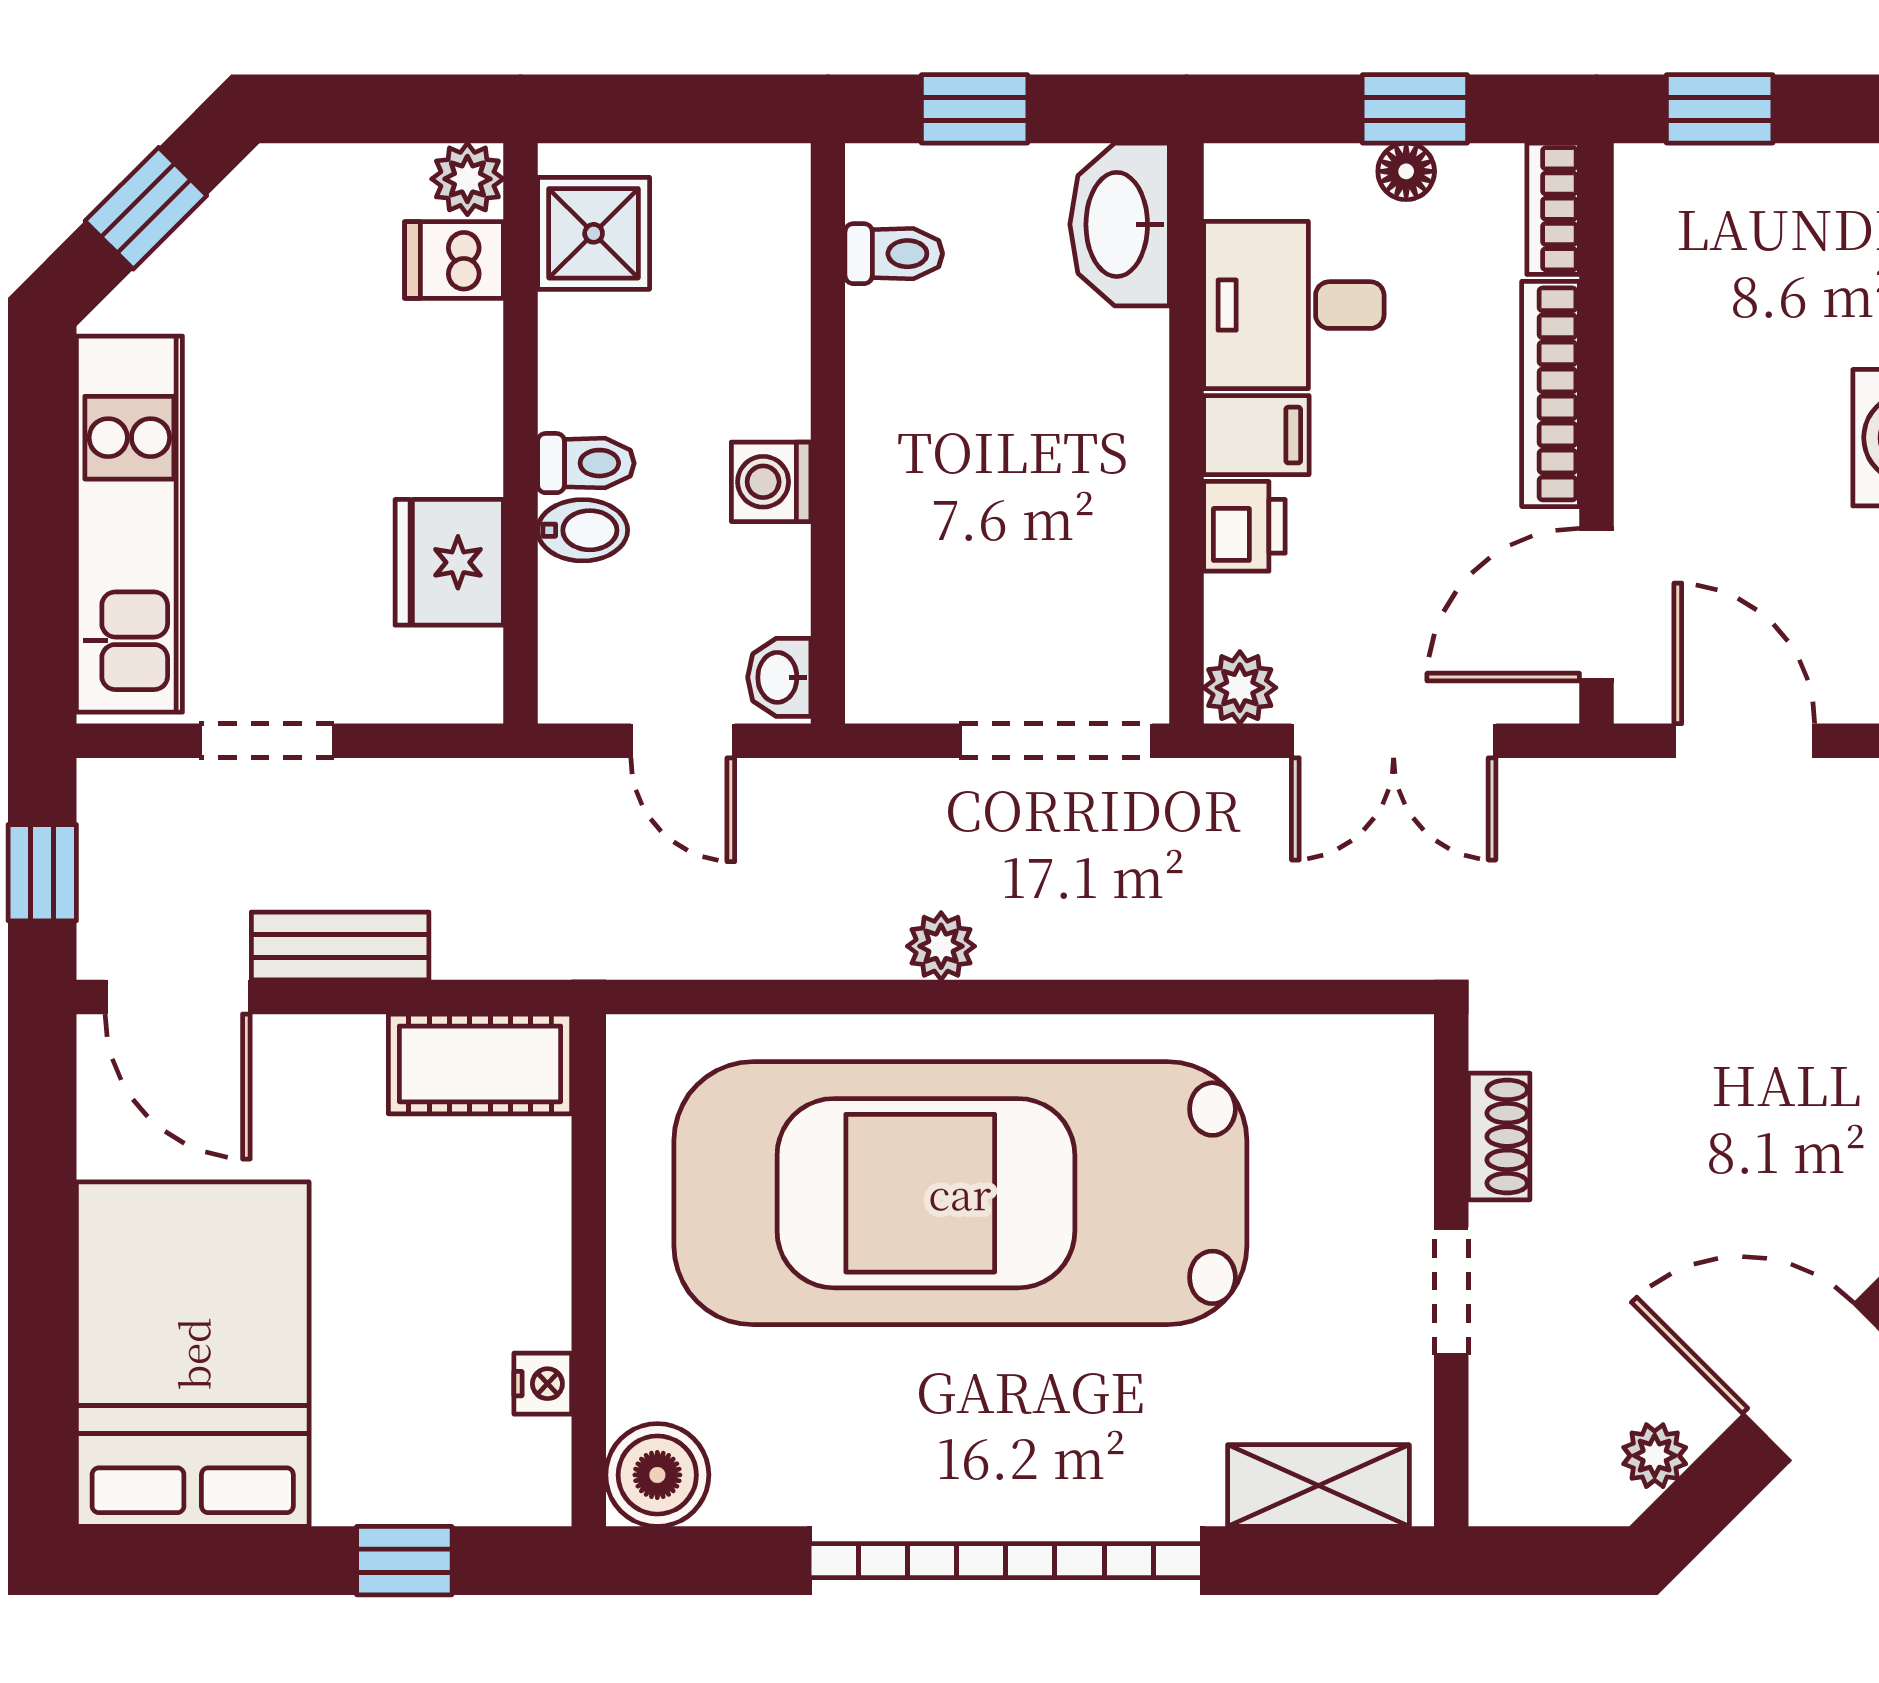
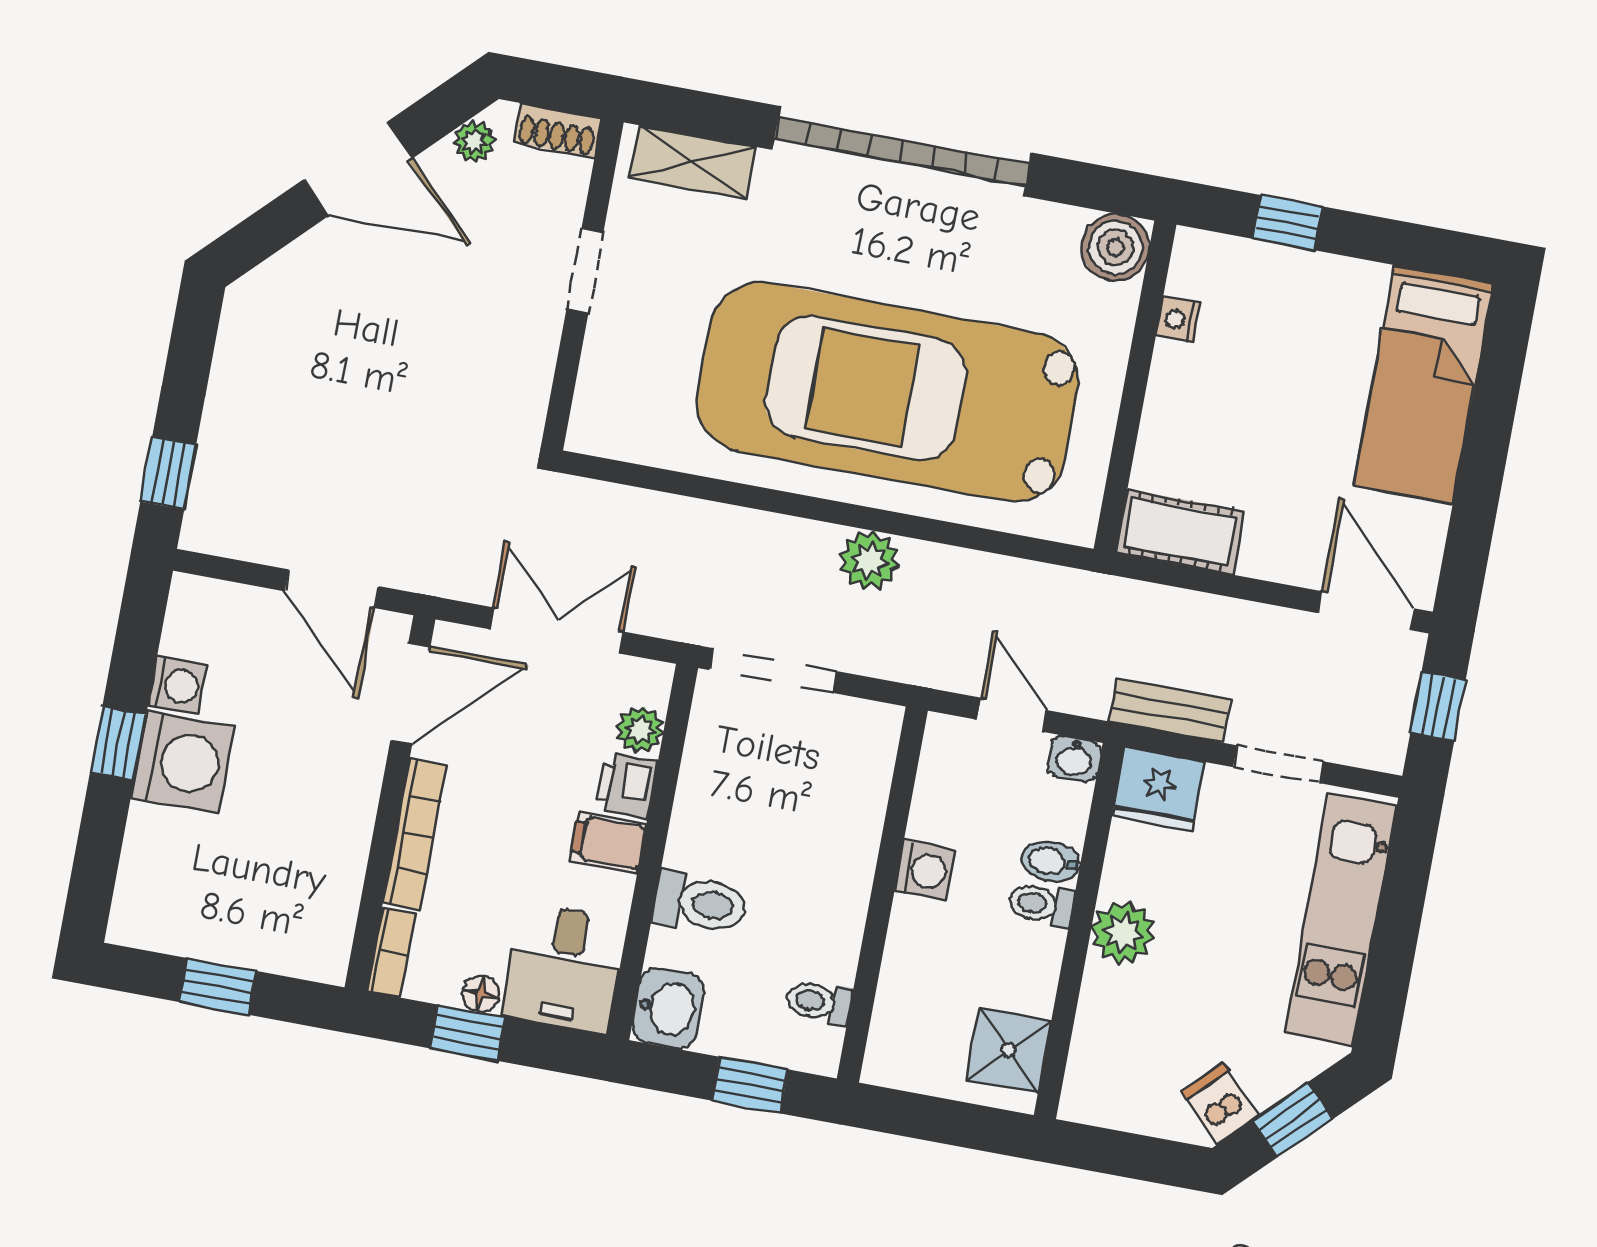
window: (1720, 109) -> (218, 986), moved
plant: (467, 179) -> (1123, 933), moved, width x1.38, depth x1.38
washbasin: (1120, 224) -> (668, 1008), width x0.72
dishwasher: (454, 260) -> (1220, 1104), moved, turned -135
desk: (1294, 305) -> (564, 968), moved, turned 90
toilet: (1100, 370) -> (701, 903), added
fridge: (449, 562) -> (1159, 789), moved, turned 90
washbasin: (779, 677) -> (1074, 759), moved, turned 90
plant: (1240, 688) -> (640, 730), moved
bench: (340, 946) -> (1169, 710), moved
plant: (941, 946) -> (869, 561), width x1.38, depth x1.38
shoe rack: (1499, 1137) -> (558, 130), moved, turned -90
car: (960, 1193) -> (888, 392), turned 180
bed: (193, 1354) -> (1424, 385), width x0.67

